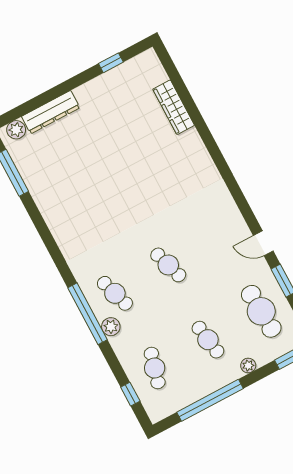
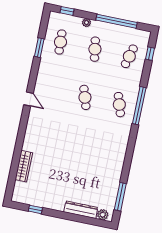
door: (263, 243) -> (29, 99), moved
cafe table: (261, 311) -> (60, 42), width x0.73, depth x0.74
plant: (111, 327) -> (134, 91), removed

